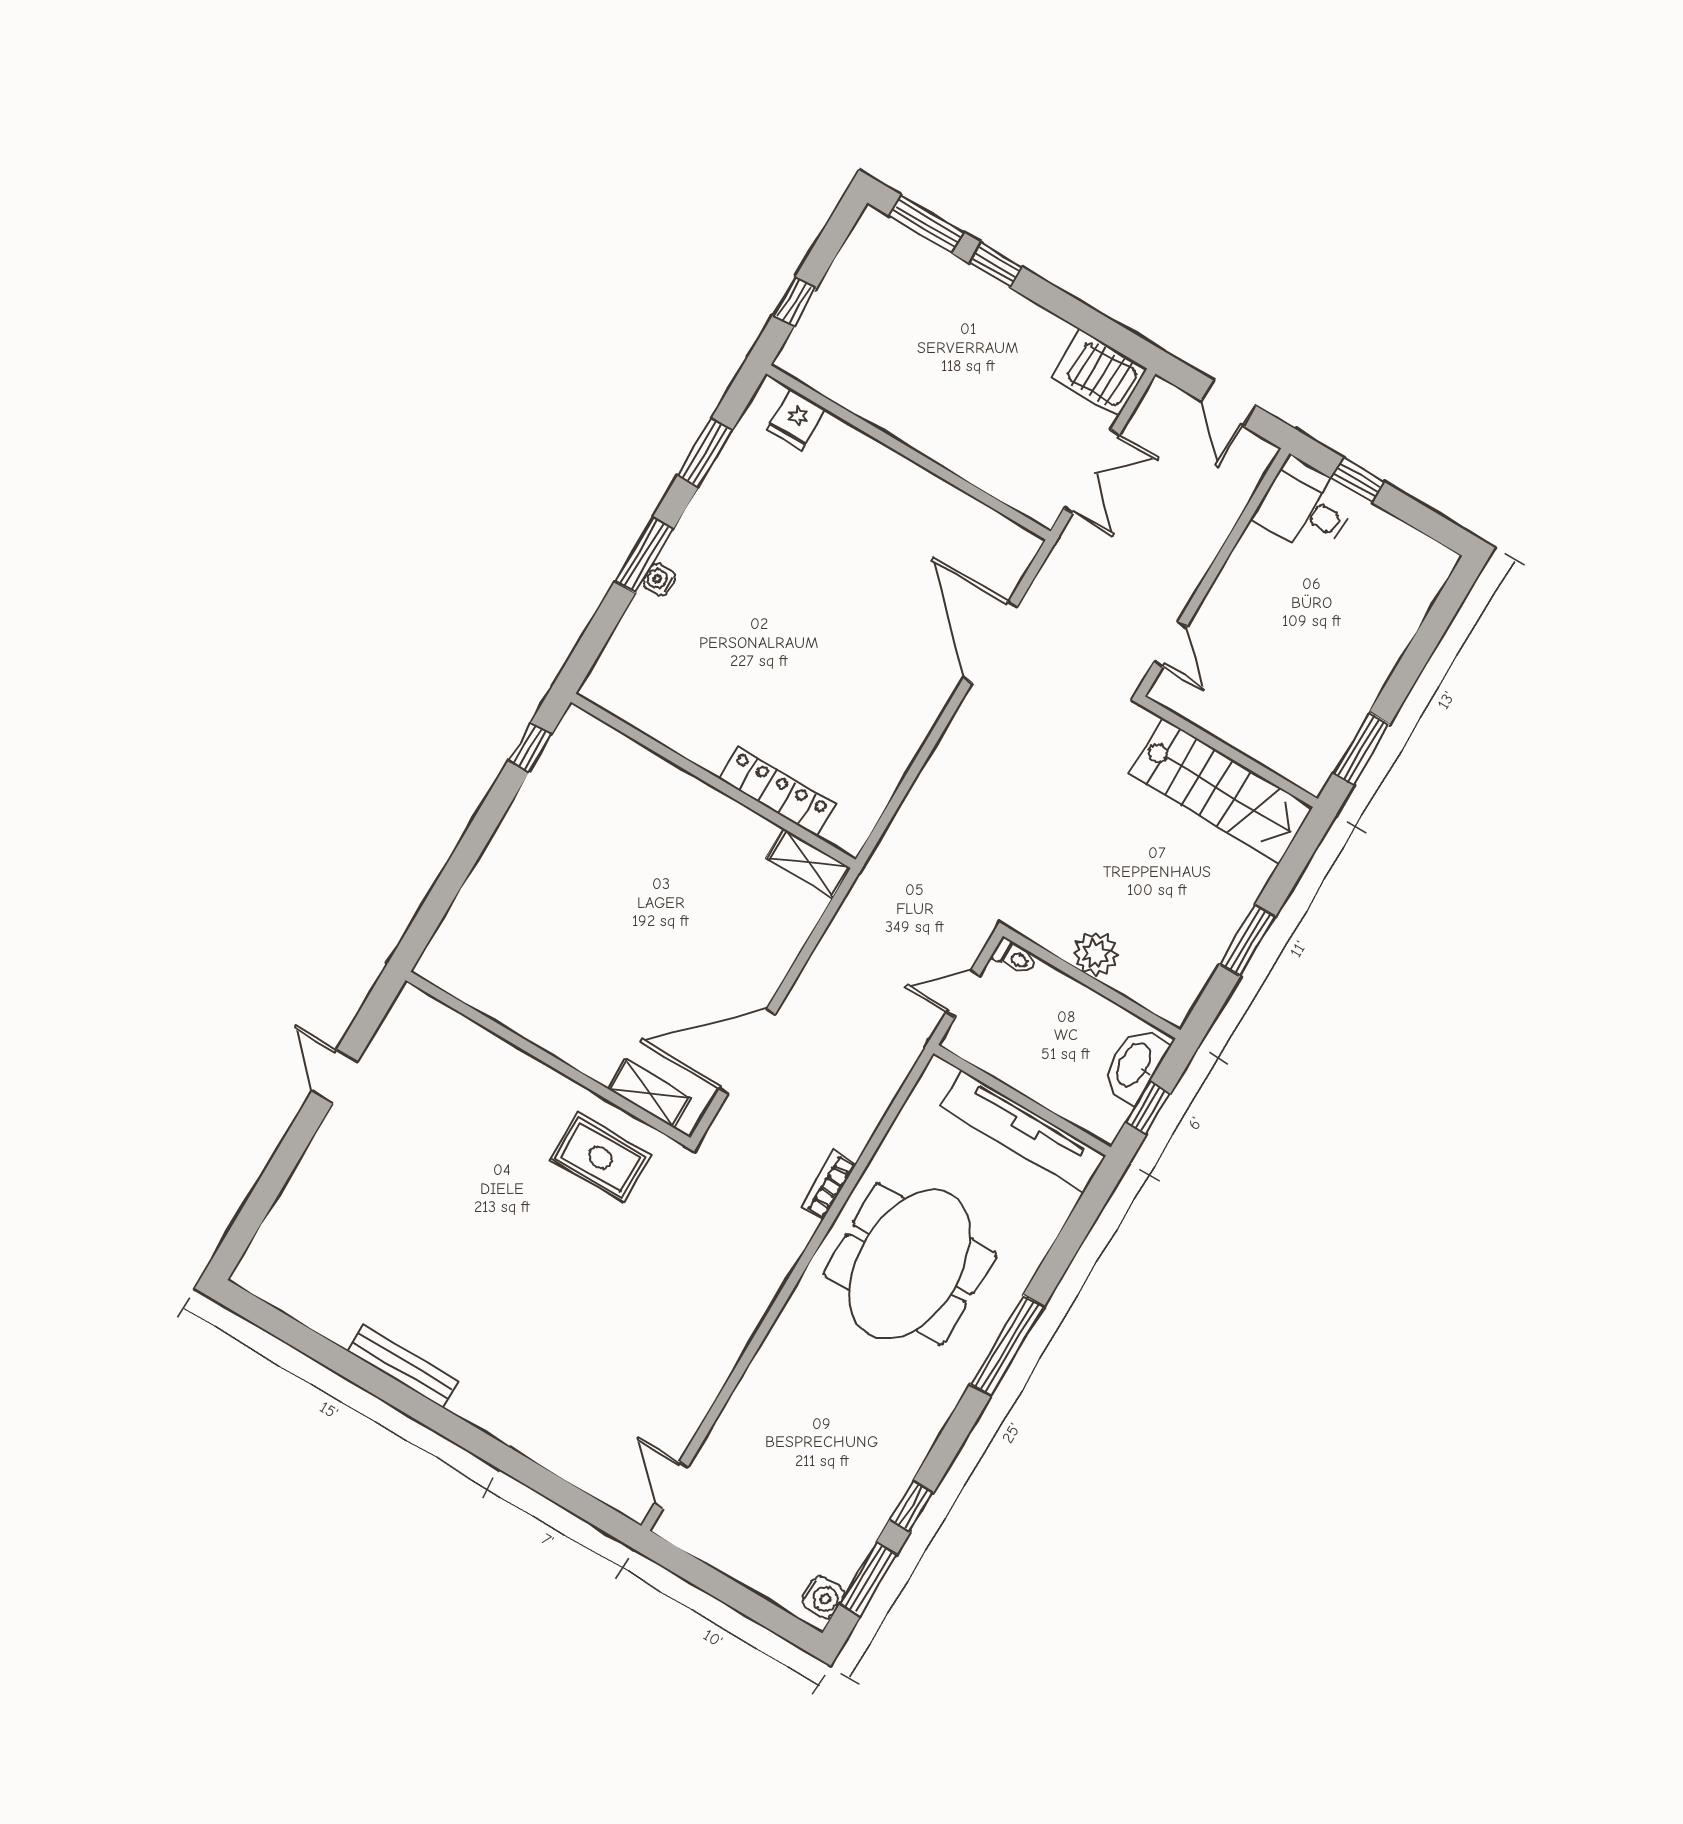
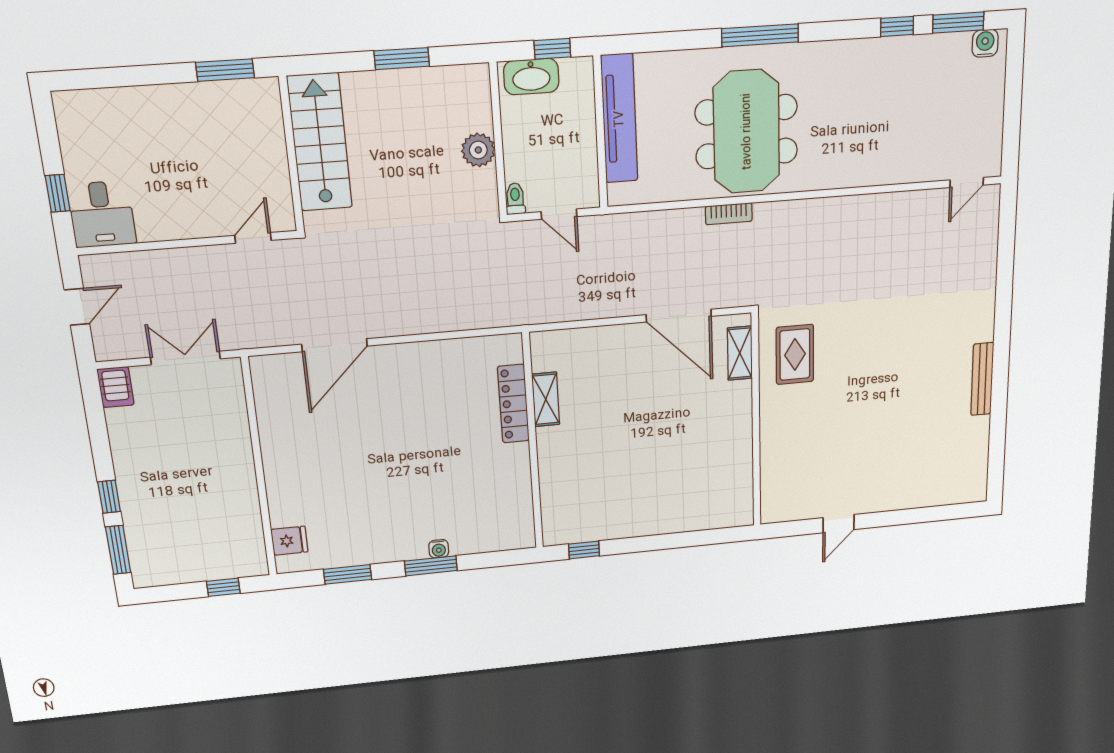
server rack: (1099, 373) -> (116, 387), width x0.73, depth x0.70
shelving: (808, 863) -> (546, 399), moved
meeting table: (910, 1264) -> (746, 132), turned 90

